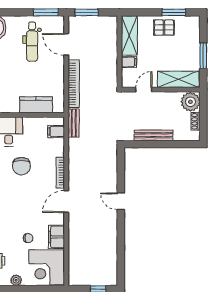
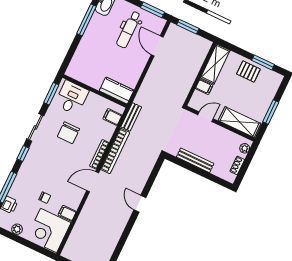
bookcase: (74, 84) -> (115, 151), moved
plant: (190, 102) -> (245, 148), width x0.53, depth x0.53
kitchen counter: (36, 105) -> (117, 91), moved
filing cabinet: (56, 237) -> (67, 213), width x0.50

